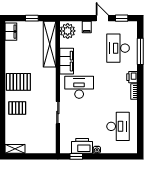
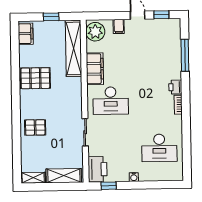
desk: (118, 48) -> (158, 52), removed
pallet: (18, 82) -> (35, 78), moved
desk: (79, 87) -> (111, 101), turned 180
desk: (118, 126) -> (159, 148), turned 90
printer: (82, 146) -> (97, 169), moved, turned 90
shelving: (40, 148) -> (64, 176), added

